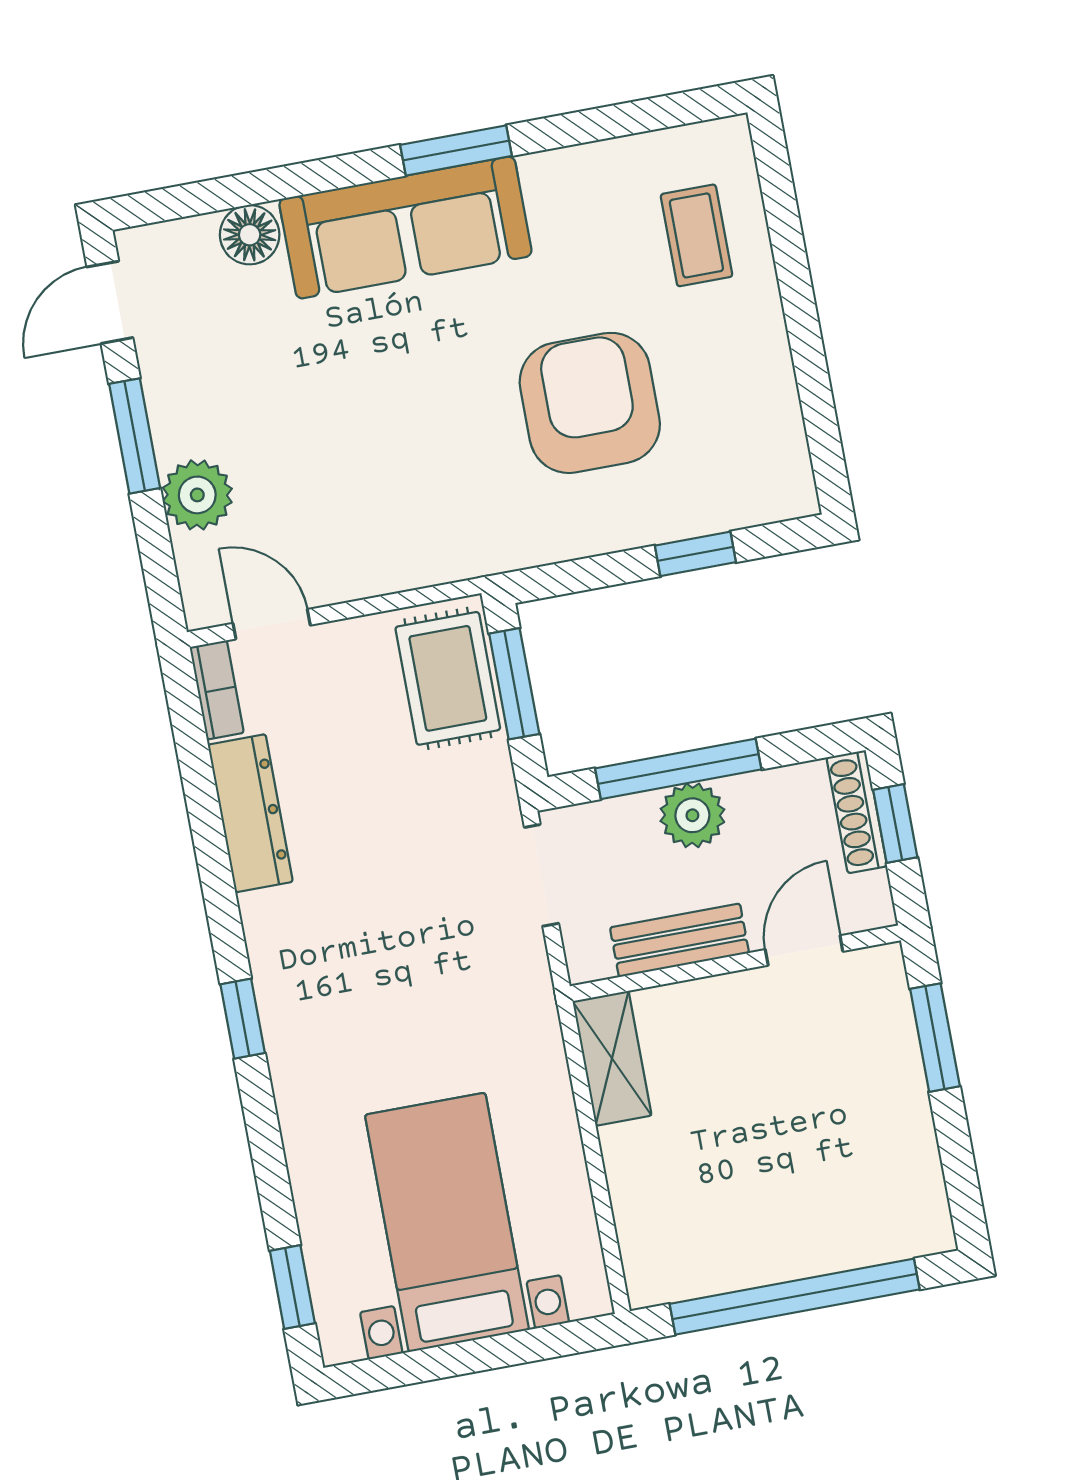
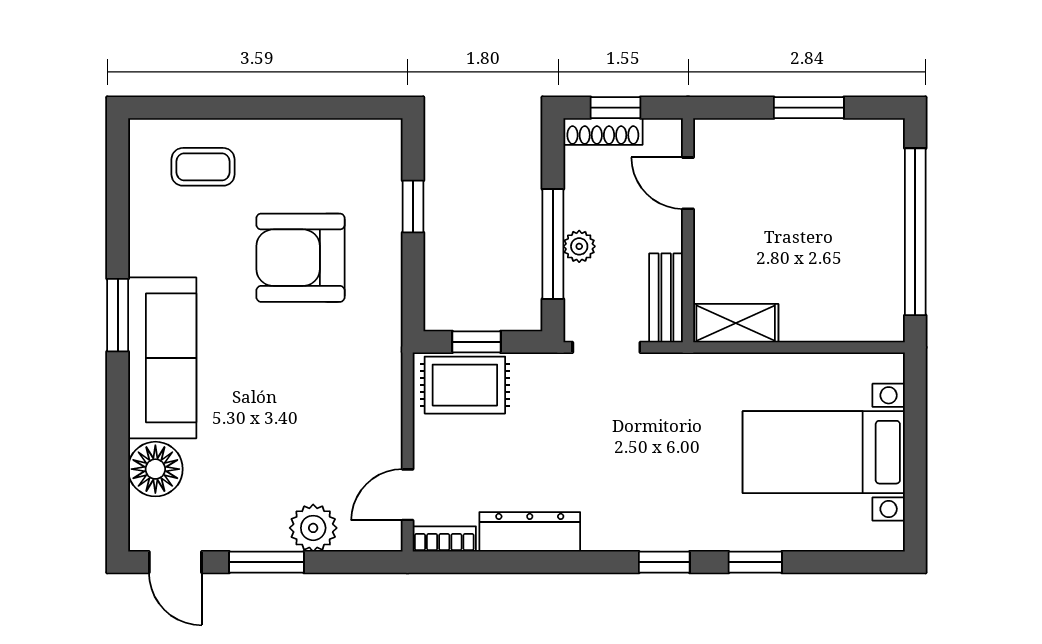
floor lamp: (250, 235) -> (155, 469), width x1.38, depth x1.38
window: (514, 684) -> (477, 342), width x0.67
plant: (692, 815) -> (579, 246), width x0.73, depth x0.73
bench: (679, 940) -> (666, 298), moved
window: (935, 1038) -> (809, 108), moved
window: (292, 1287) -> (755, 562), moved

